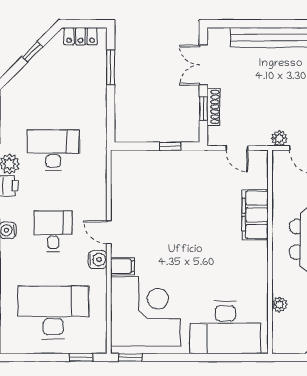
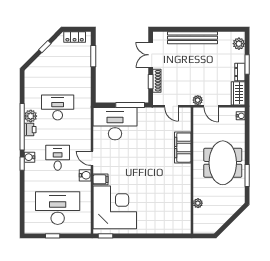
window: (170, 146) -> (130, 105), width x2.17
desk: (225, 327) -> (115, 124), moved, turned 180
window: (81, 357) -> (53, 236), moved

